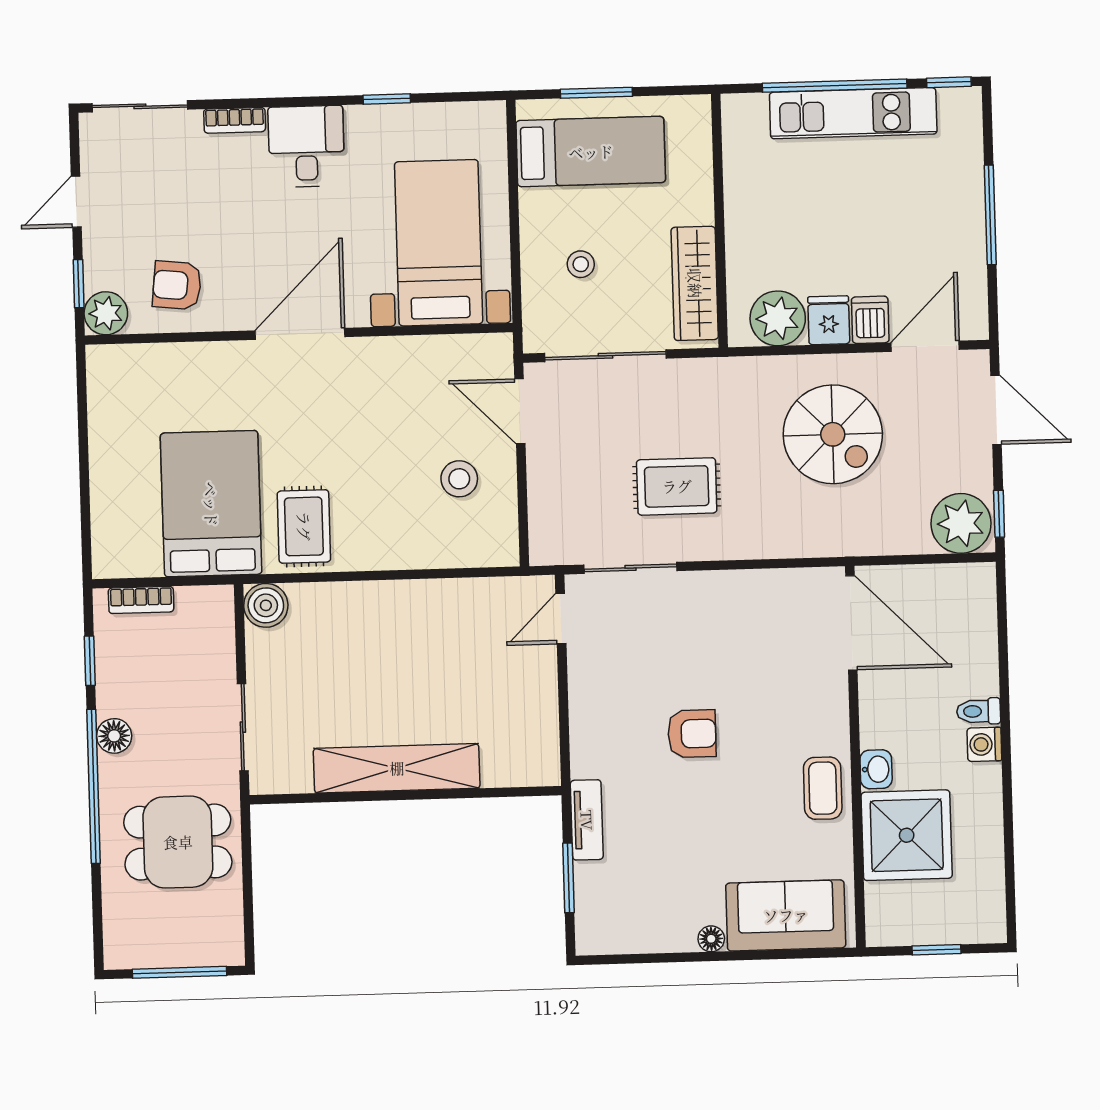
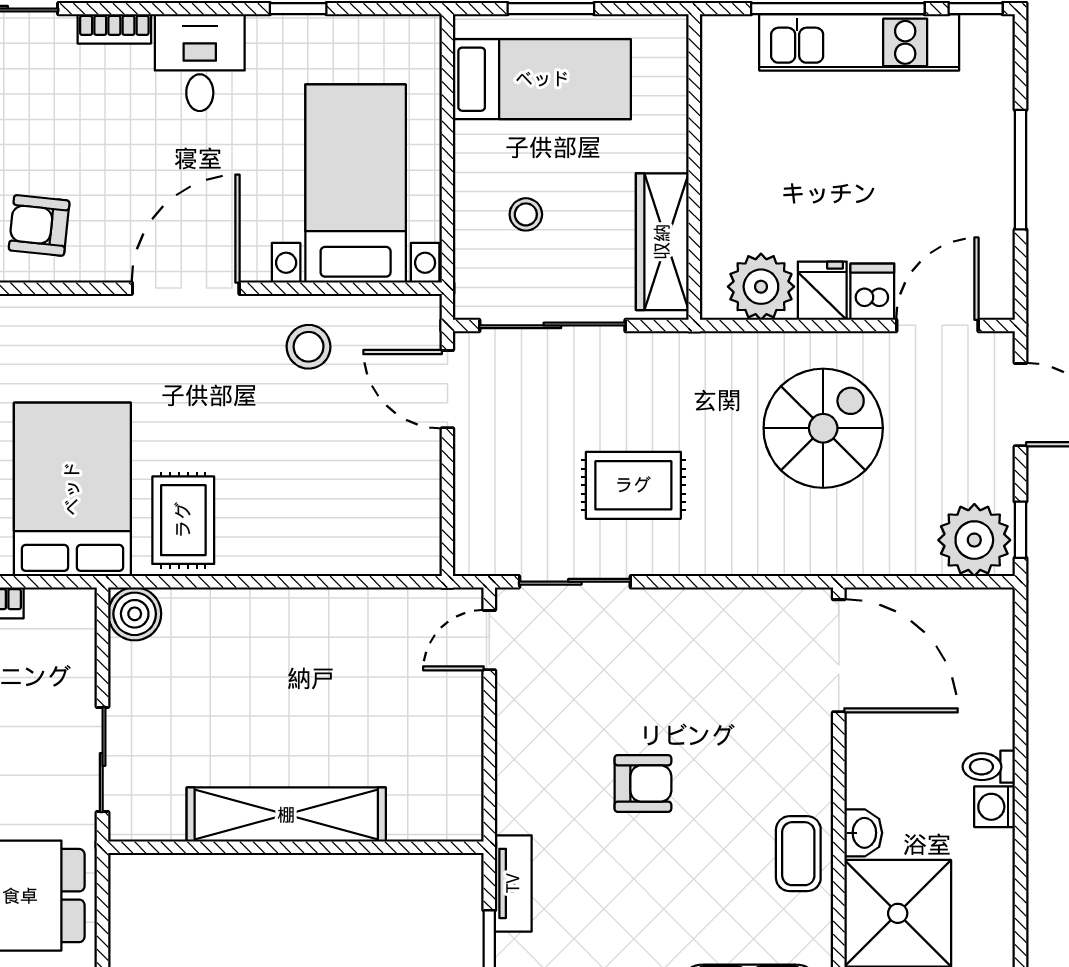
spiral stairs: (833, 434) -> (823, 428), turned -90
stool: (459, 479) -> (309, 347), moved

